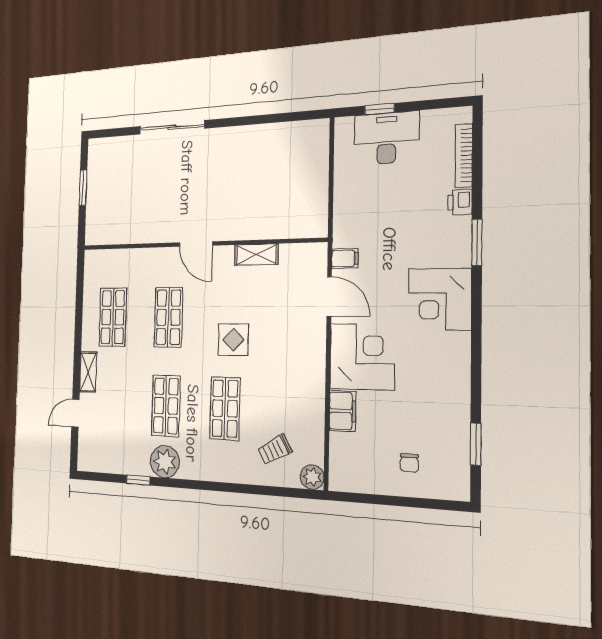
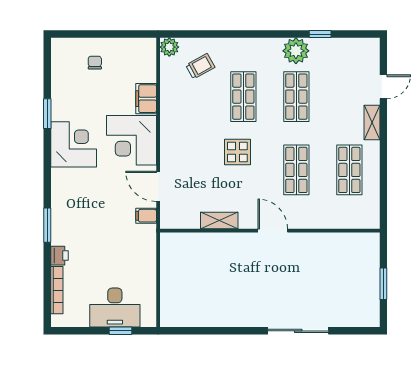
corner desk: (440, 299) -> (74, 144), moved
window: (476, 444) -> (47, 114), moved

